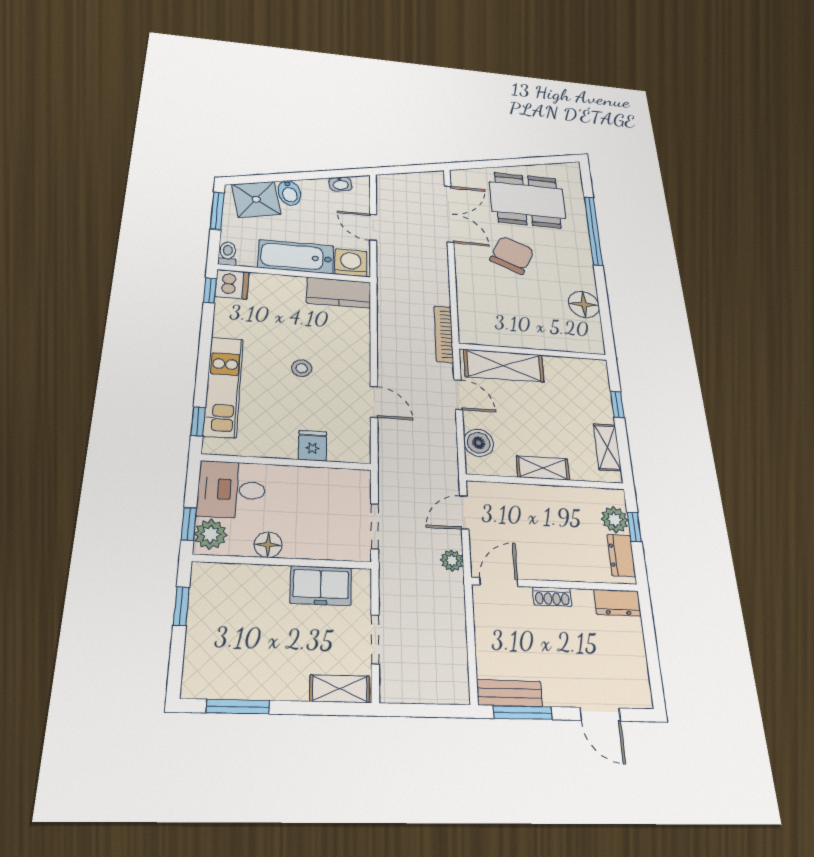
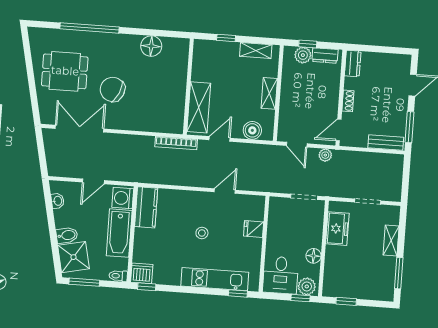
dining table: (527, 200) -> (65, 71), width x0.73
door: (499, 582) -> (339, 130), hinge flipped
shelving: (340, 689) -> (391, 240), moved
bench: (510, 693) -> (386, 143), moved, turned 90

